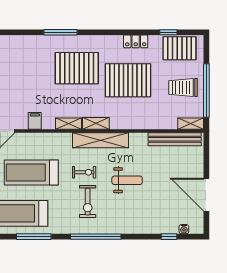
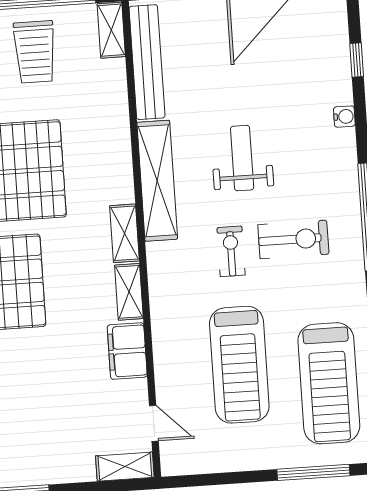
filing cabinet: (35, 121) -> (127, 351), width x2.00
shelving: (100, 140) -> (157, 181), moved
water cooler: (184, 229) -> (344, 117), moved

